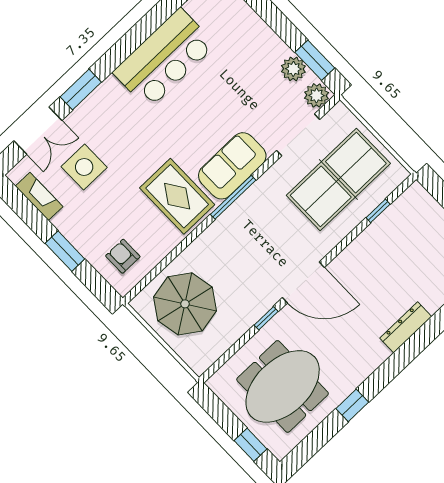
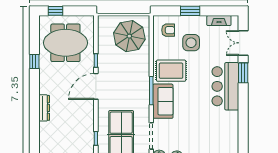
bar counter: (164, 58) -> (225, 86), moved
side table: (84, 167) -> (191, 43), moved
meeting table: (283, 386) -> (65, 43), turned 90

